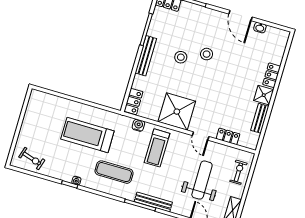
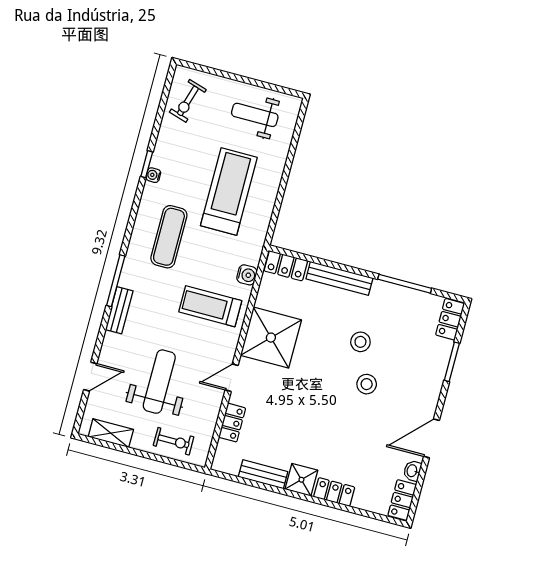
locker: (278, 34) -> (402, 500), added
bench: (146, 56) -> (339, 278), moved
weight bench: (41, 118) -> (255, 115), added
weight bench: (202, 180) -> (159, 382), turned -90
bench: (153, 202) -> (119, 310), width x0.73

